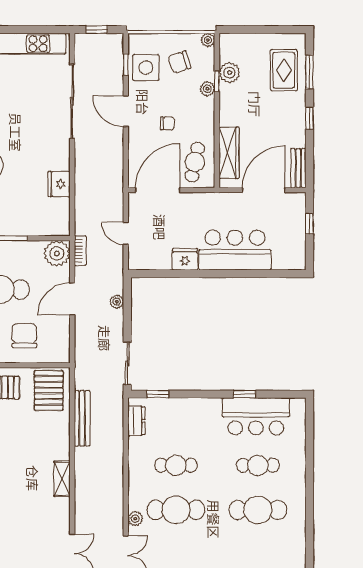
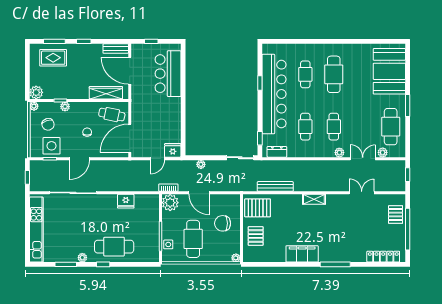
plant: (229, 73) -> (36, 92), moved
door: (158, 190) -> (130, 138), hinge flipped
bar counter: (235, 250) -> (168, 74), moved
fridge: (185, 259) -> (173, 150), moved, turned 90
bar counter: (256, 416) -> (274, 94), width x1.86
cafe table: (176, 510) -> (334, 127), width x0.73, depth x0.74

